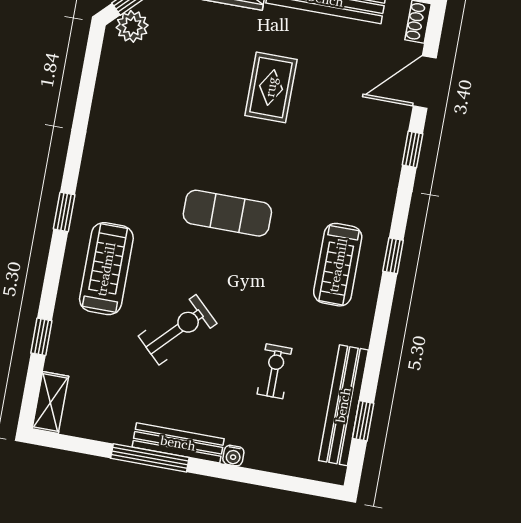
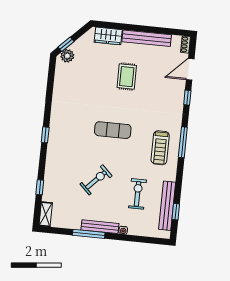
window: (393, 256) -> (183, 142), width x2.17
treadmill: (106, 269) -> (65, 157), removed
exercise bike: (274, 371) -> (137, 194), width x1.38, depth x1.39

